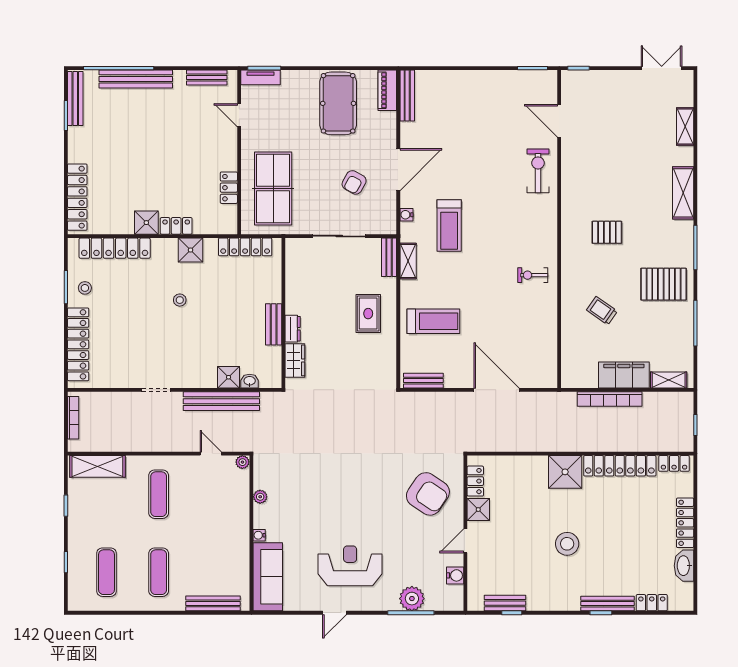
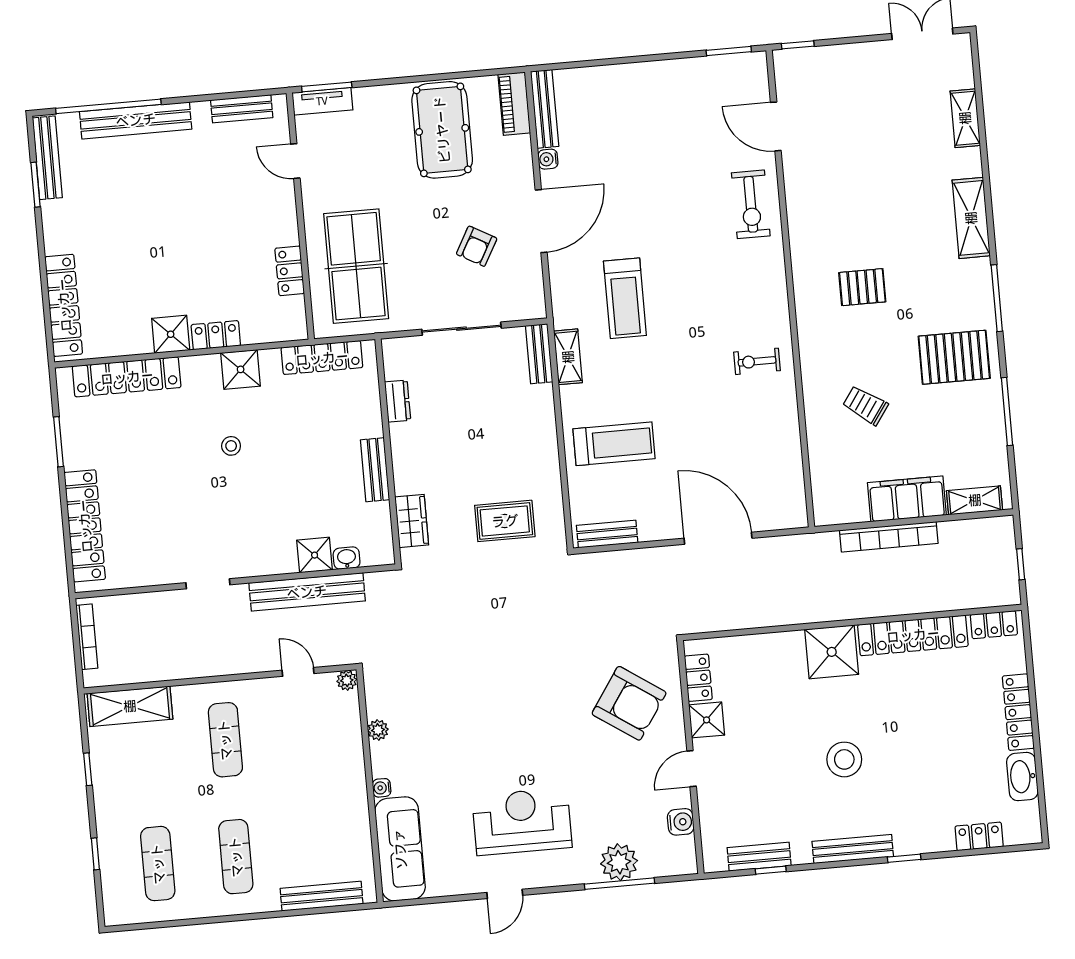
exercise bike: (538, 171) -> (751, 204), turned 180
water cooler: (406, 215) -> (548, 159), moved
stool: (85, 288) -> (87, 440), removed
rug: (368, 314) -> (505, 521), moved, turned 90
dresser: (293, 329) -> (398, 401), moved
bench: (607, 604) -> (853, 849), moved

